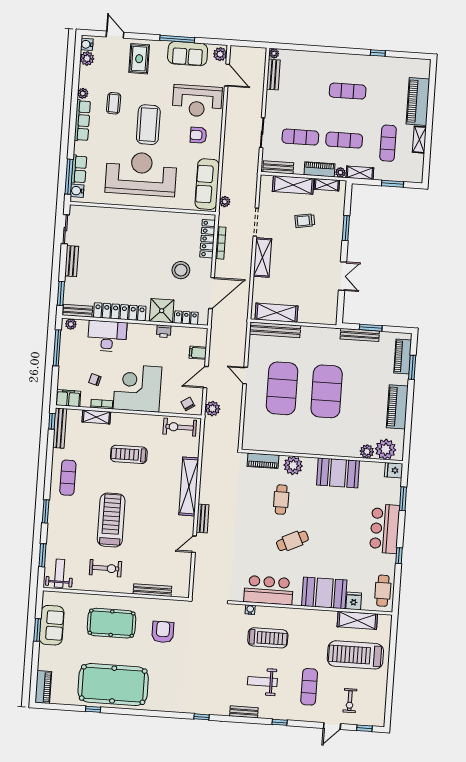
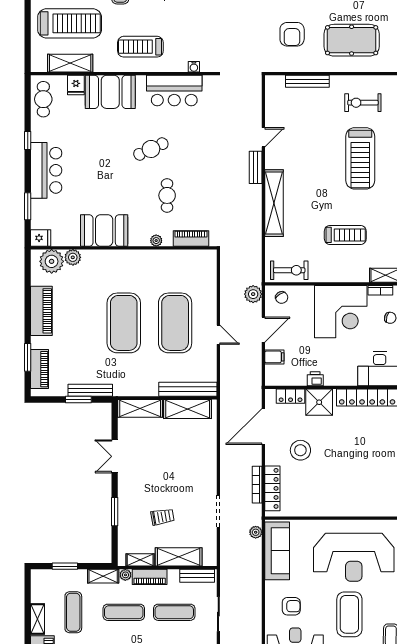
shelving: (263, 258) -> (140, 408), moved, turned 90
plant: (293, 465) -> (156, 241), width x0.53, depth x0.53
treadmill: (268, 638) -> (140, 47), moved

